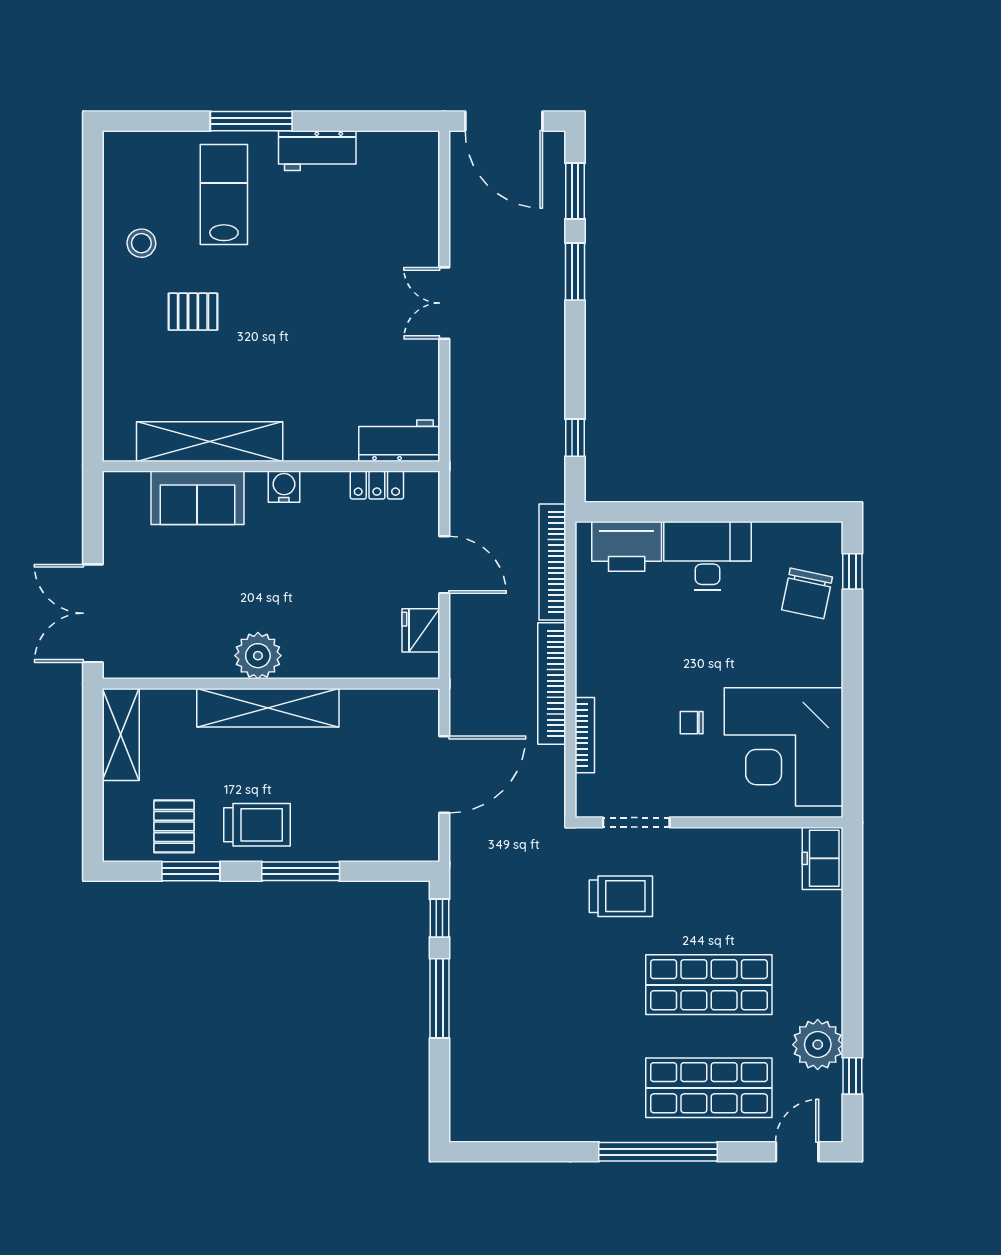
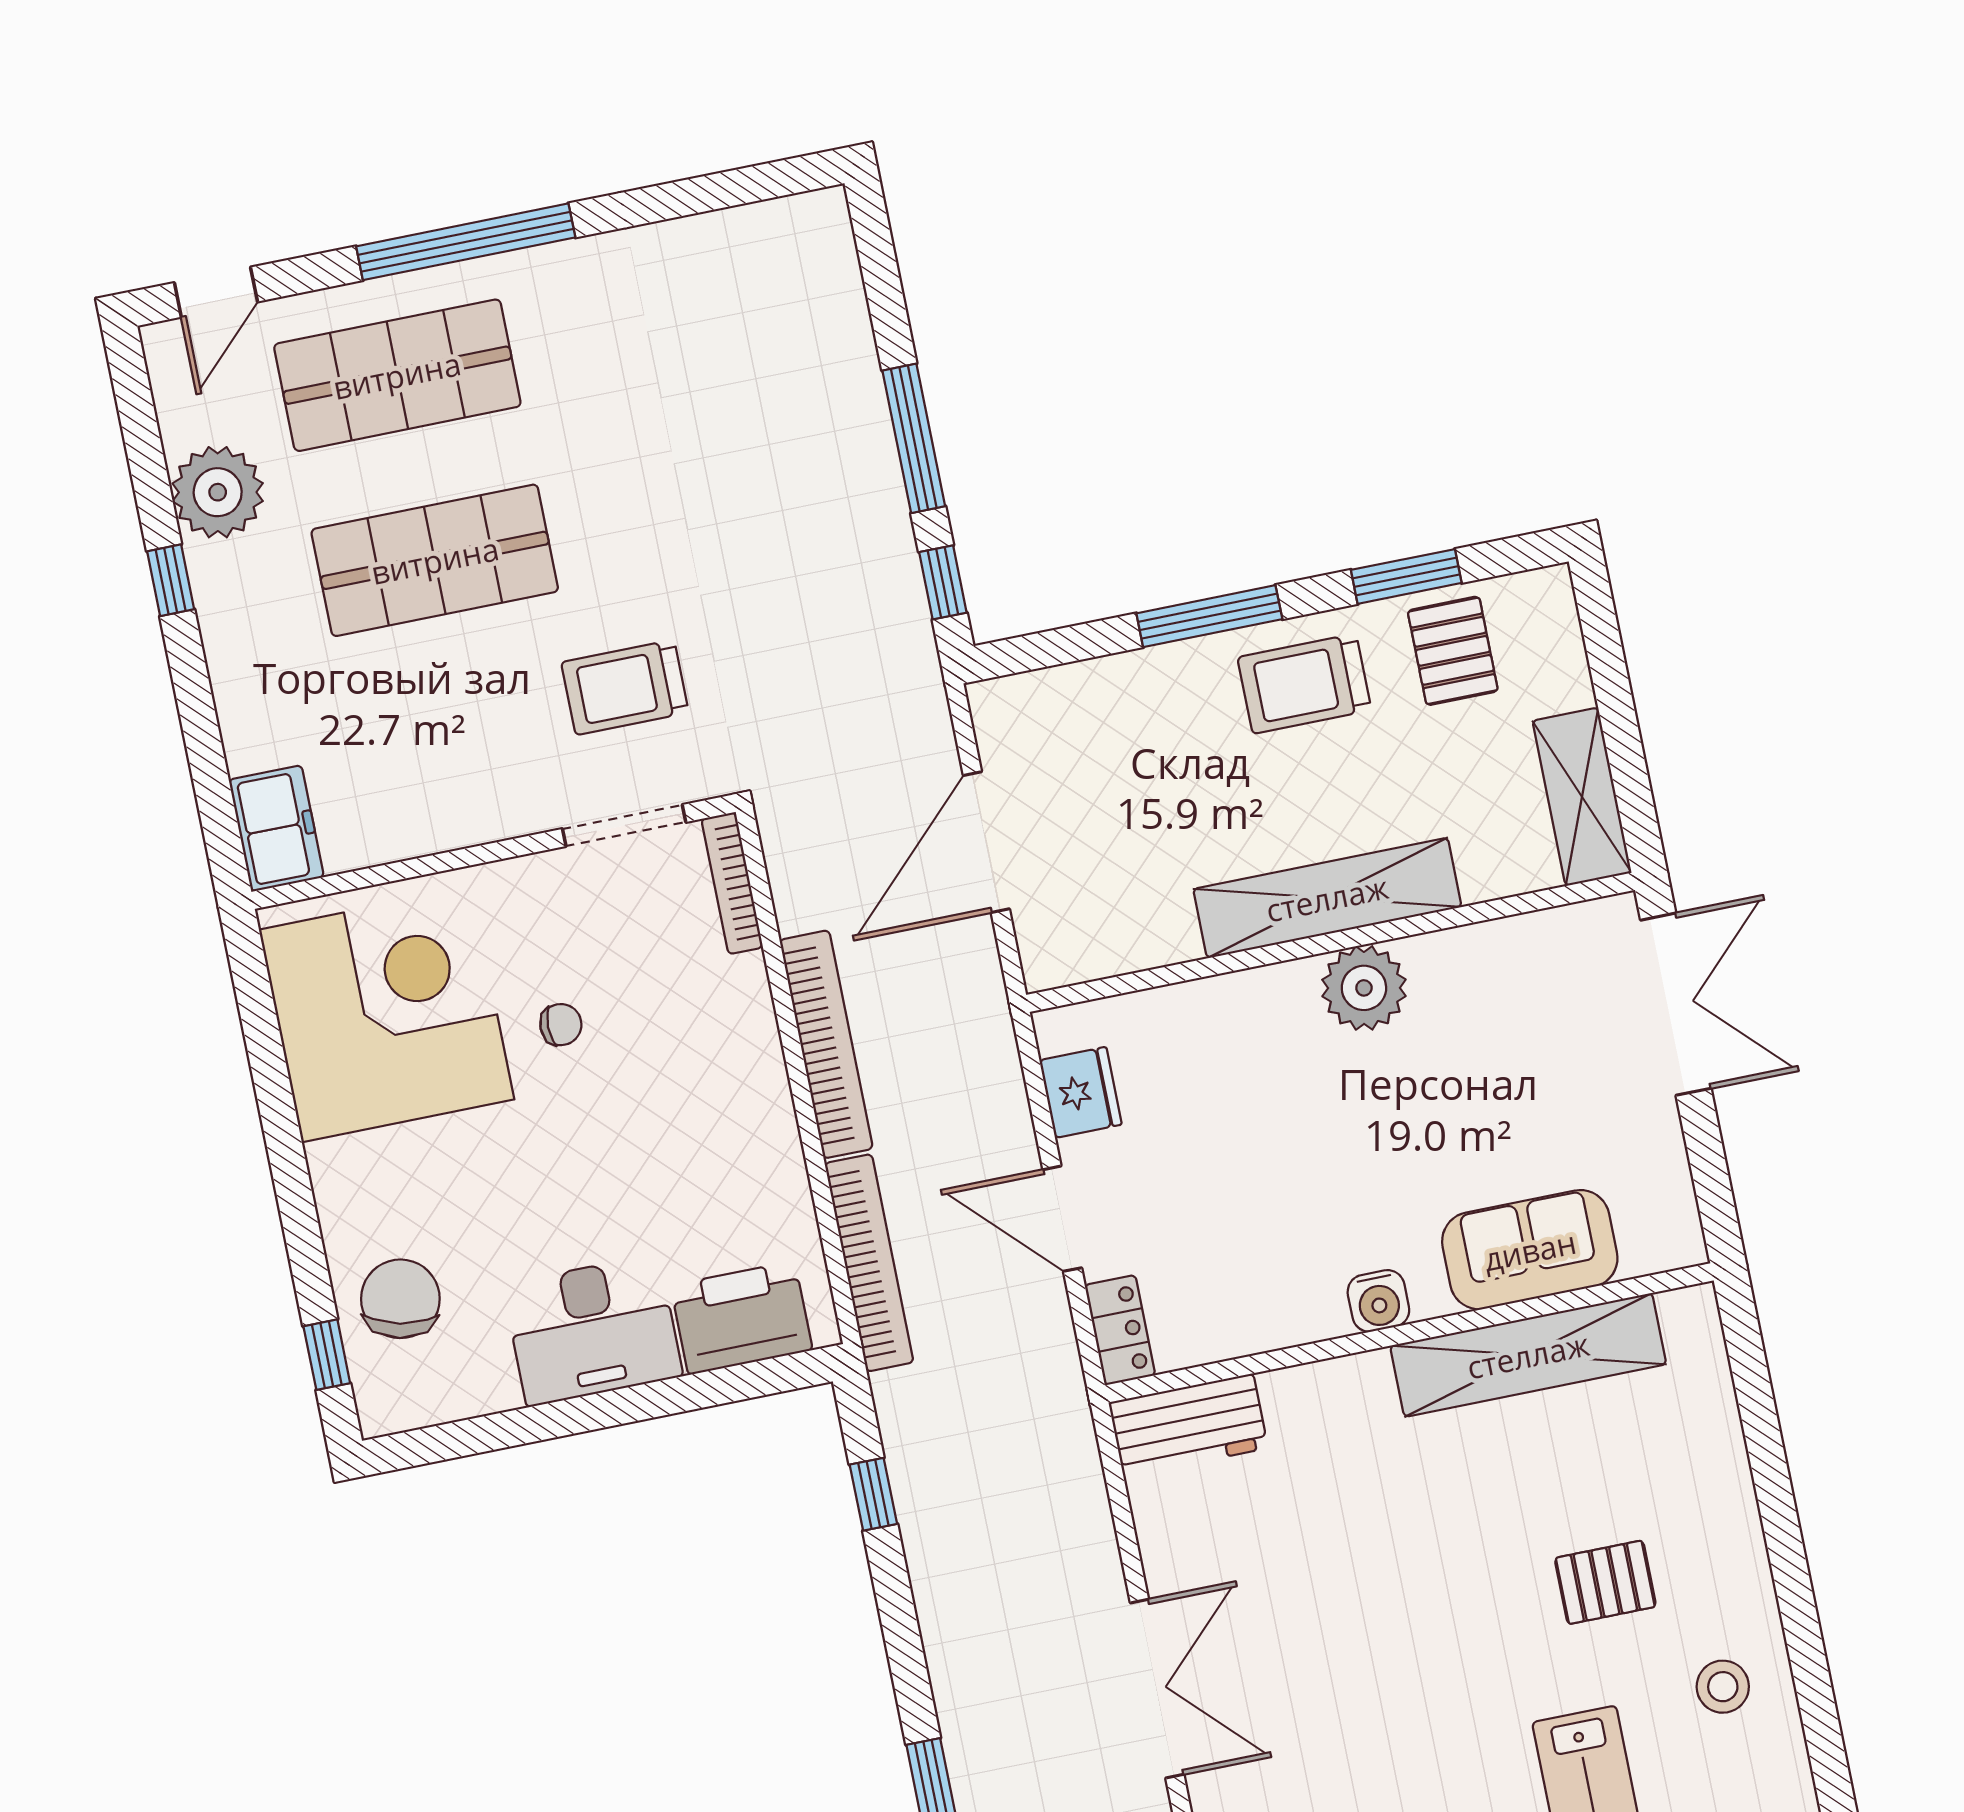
double door: (444, 303) -> (1157, 1689), width x1.37
locker: (377, 485) -> (1120, 1330), moved, turned 90
bookcase: (585, 735) -> (732, 883), moved
window: (852, 1076) -> (171, 580), moved

